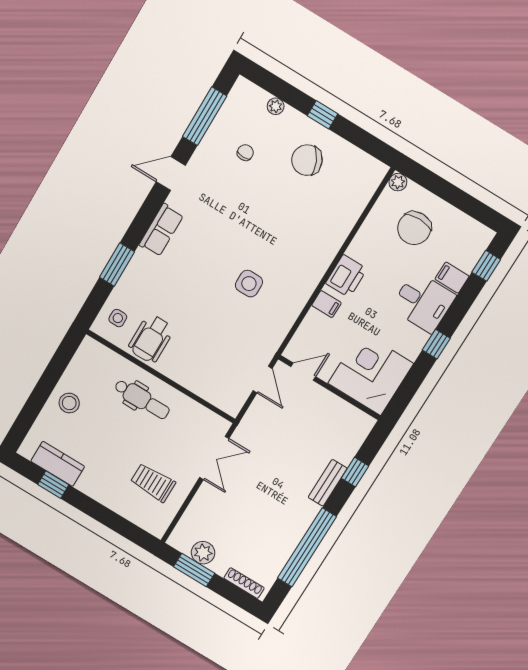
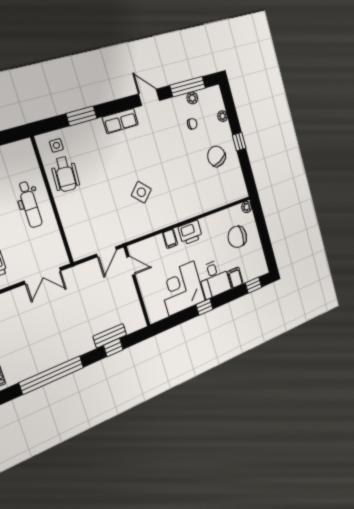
plant: (221, 123) -> (192, 98), added
side table: (249, 284) -> (141, 192), turned 45
wheelchair: (151, 339) -> (65, 174), turned -87
corner desk: (371, 373) -> (182, 288), moved, turned -90
bench: (328, 483) -> (110, 336), moved

